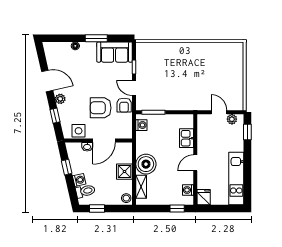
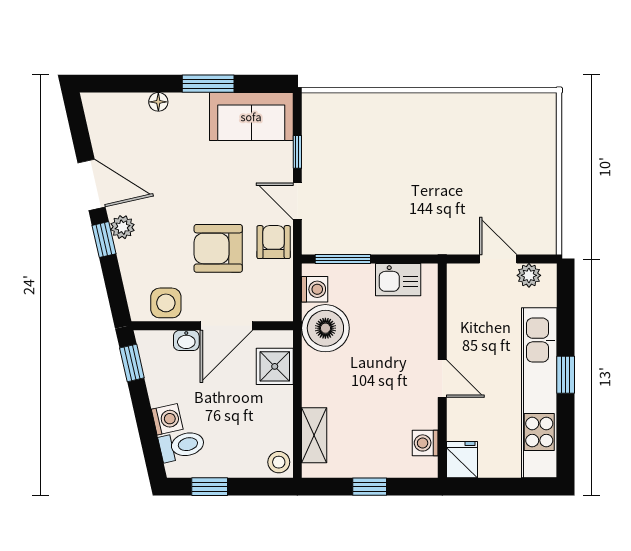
armchair: (124, 105) -> (274, 242), turned 180
window: (55, 116) -> (104, 240), moved
window: (247, 132) -> (566, 375), moved
kitchen sink: (187, 138) -> (398, 280), moved, turned -90
door: (195, 163) -> (442, 379), swing flipped
boiler: (146, 164) -> (325, 328), moved
window: (67, 167) -> (132, 363), moved
shower: (124, 172) -> (275, 366), moved
kitchen unit: (236, 178) -> (539, 393), width x1.36
window: (177, 208) -> (370, 487), moved

